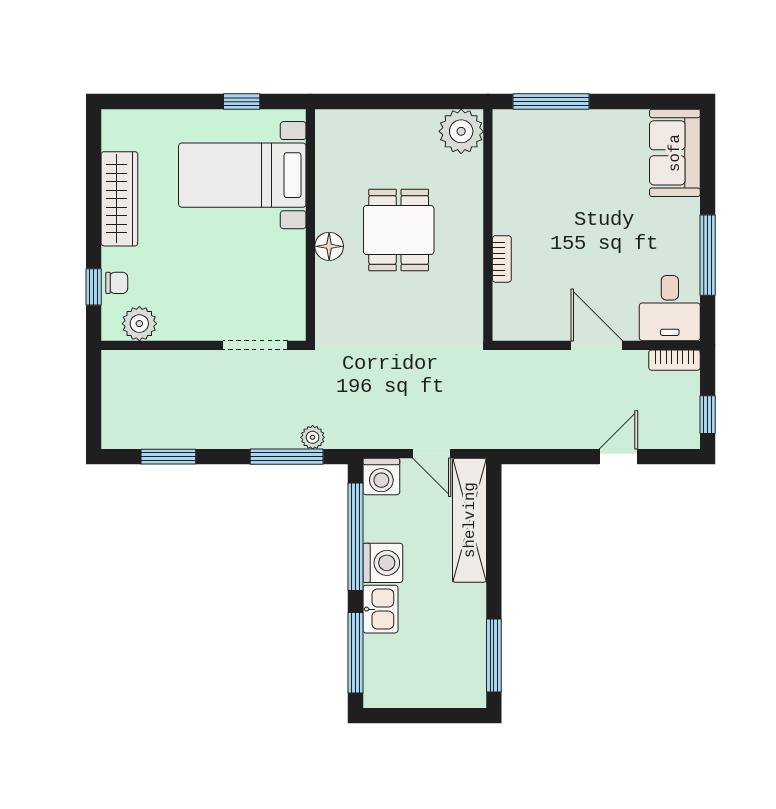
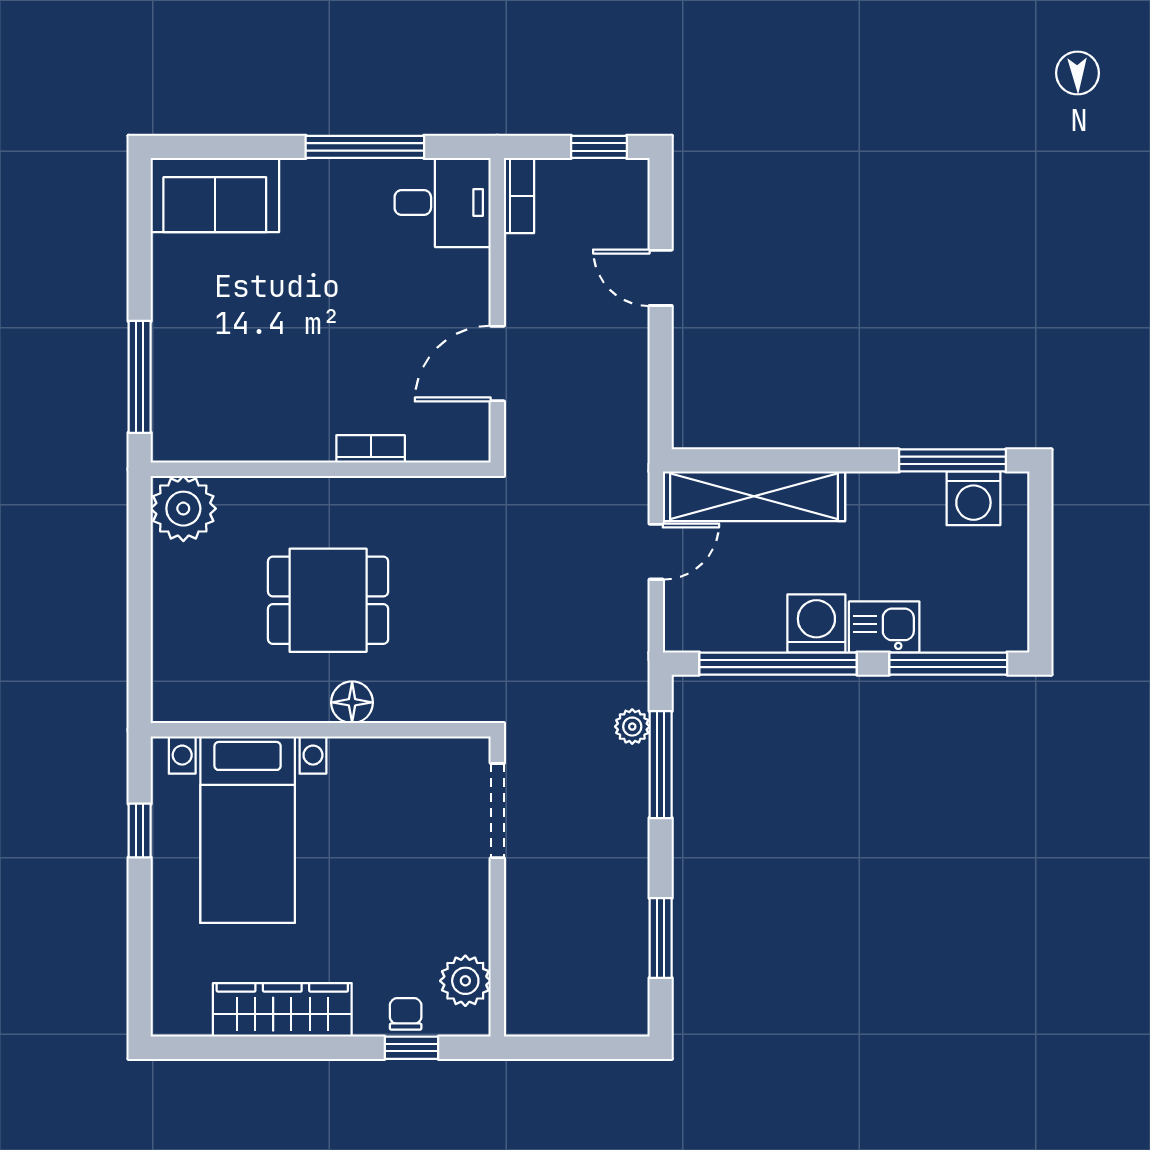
door: (597, 345) -> (497, 364), moved
washing machine: (381, 476) -> (973, 498), moved, turned 90

